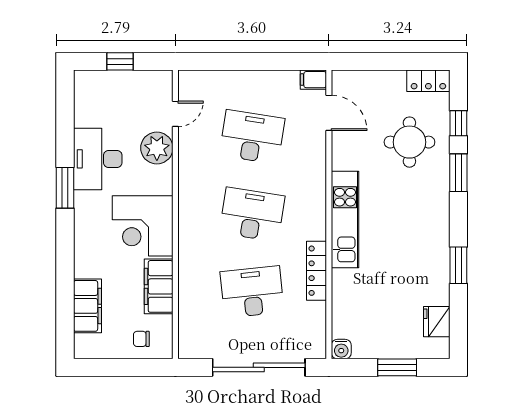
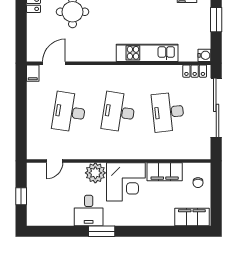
door: (175, 114) -> (55, 161), swing flipped
plant: (157, 148) -> (95, 173), moved
desk: (98, 159) -> (89, 210), width x0.73
kitchen unit: (345, 219) -> (147, 53), moved
locker: (316, 271) -> (195, 71), moved, width x0.66
filing cabinet: (87, 306) -> (192, 217), moved

